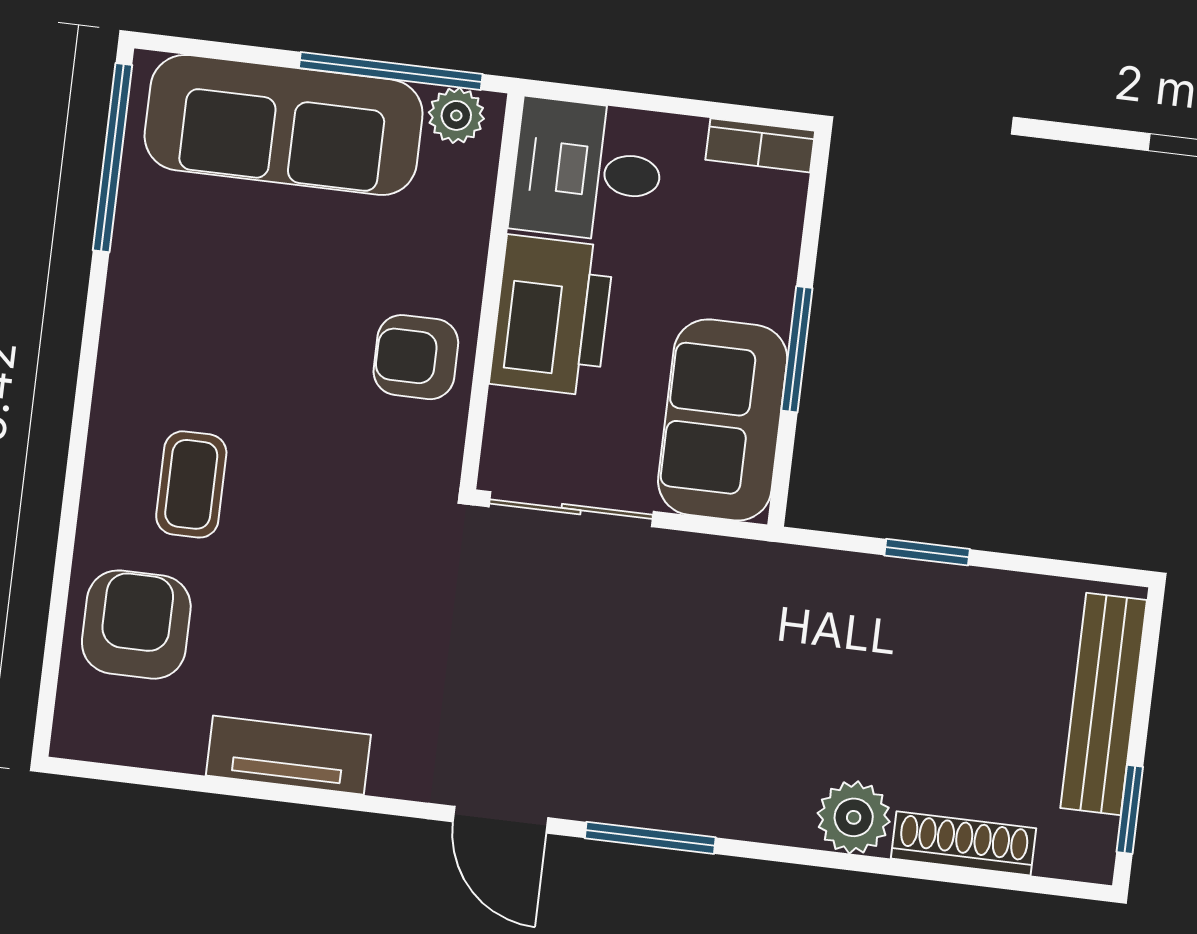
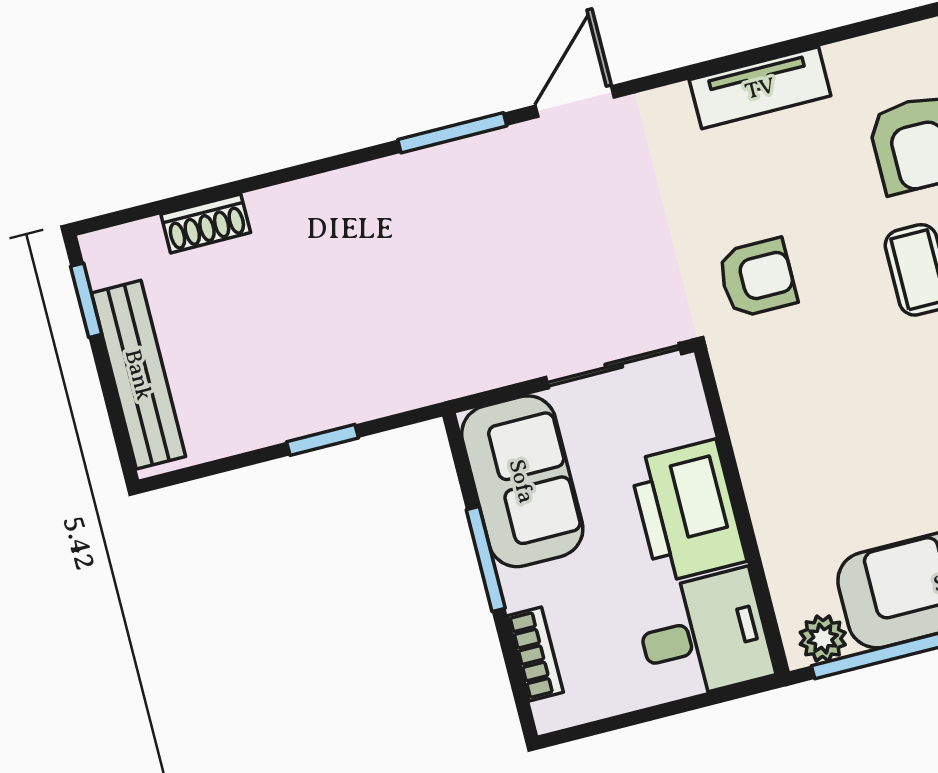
bookcase: (760, 145) -> (535, 654), moved, turned 90
armchair: (416, 357) -> (757, 278), moved
plant: (854, 817) -> (300, 210), removed
door: (500, 820) -> (575, 102), hinge flipped
shoe rack: (964, 843) -> (206, 223), width x0.70

